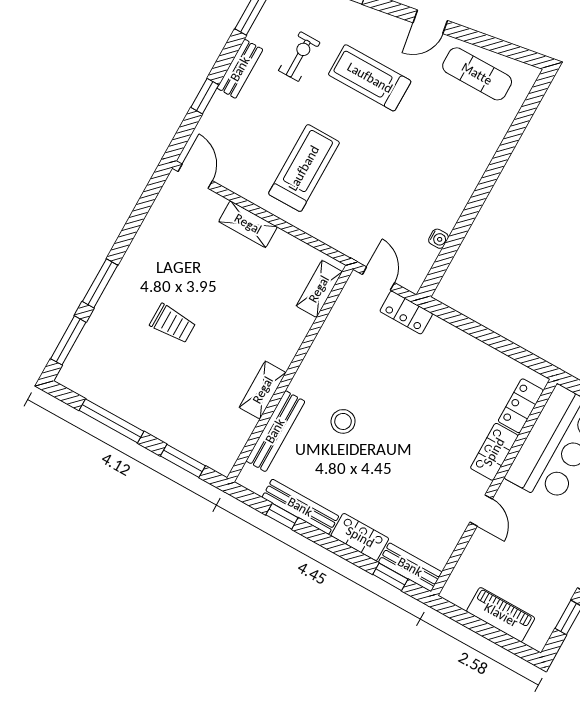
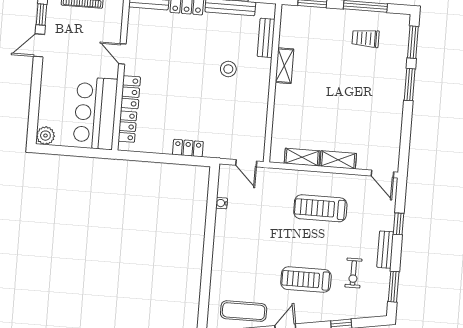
treadmill: (370, 78) -> (306, 280), turned 180
treadmill: (304, 168) -> (320, 208), turned 90
shelving: (319, 289) -> (302, 157), moved, turned 90
locker: (406, 312) -> (188, 148), moved
trolley: (173, 324) -> (366, 38), moved
bench: (275, 431) -> (266, 38), width x0.73

